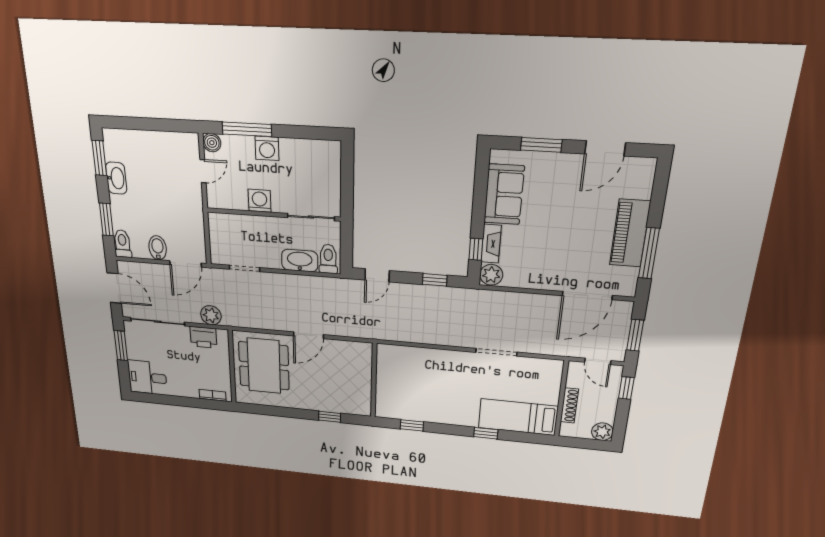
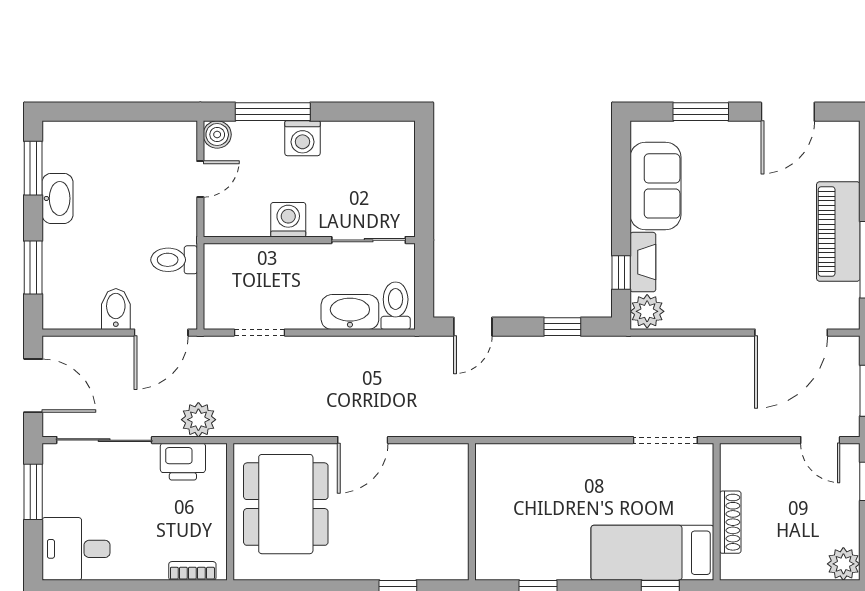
toilet: (122, 244) -> (174, 260), moved, turned -90
wall: (561, 399) -> (717, 512), moved
shoe rack: (569, 405) -> (730, 522), moved
bed: (518, 417) -> (652, 553), moved

